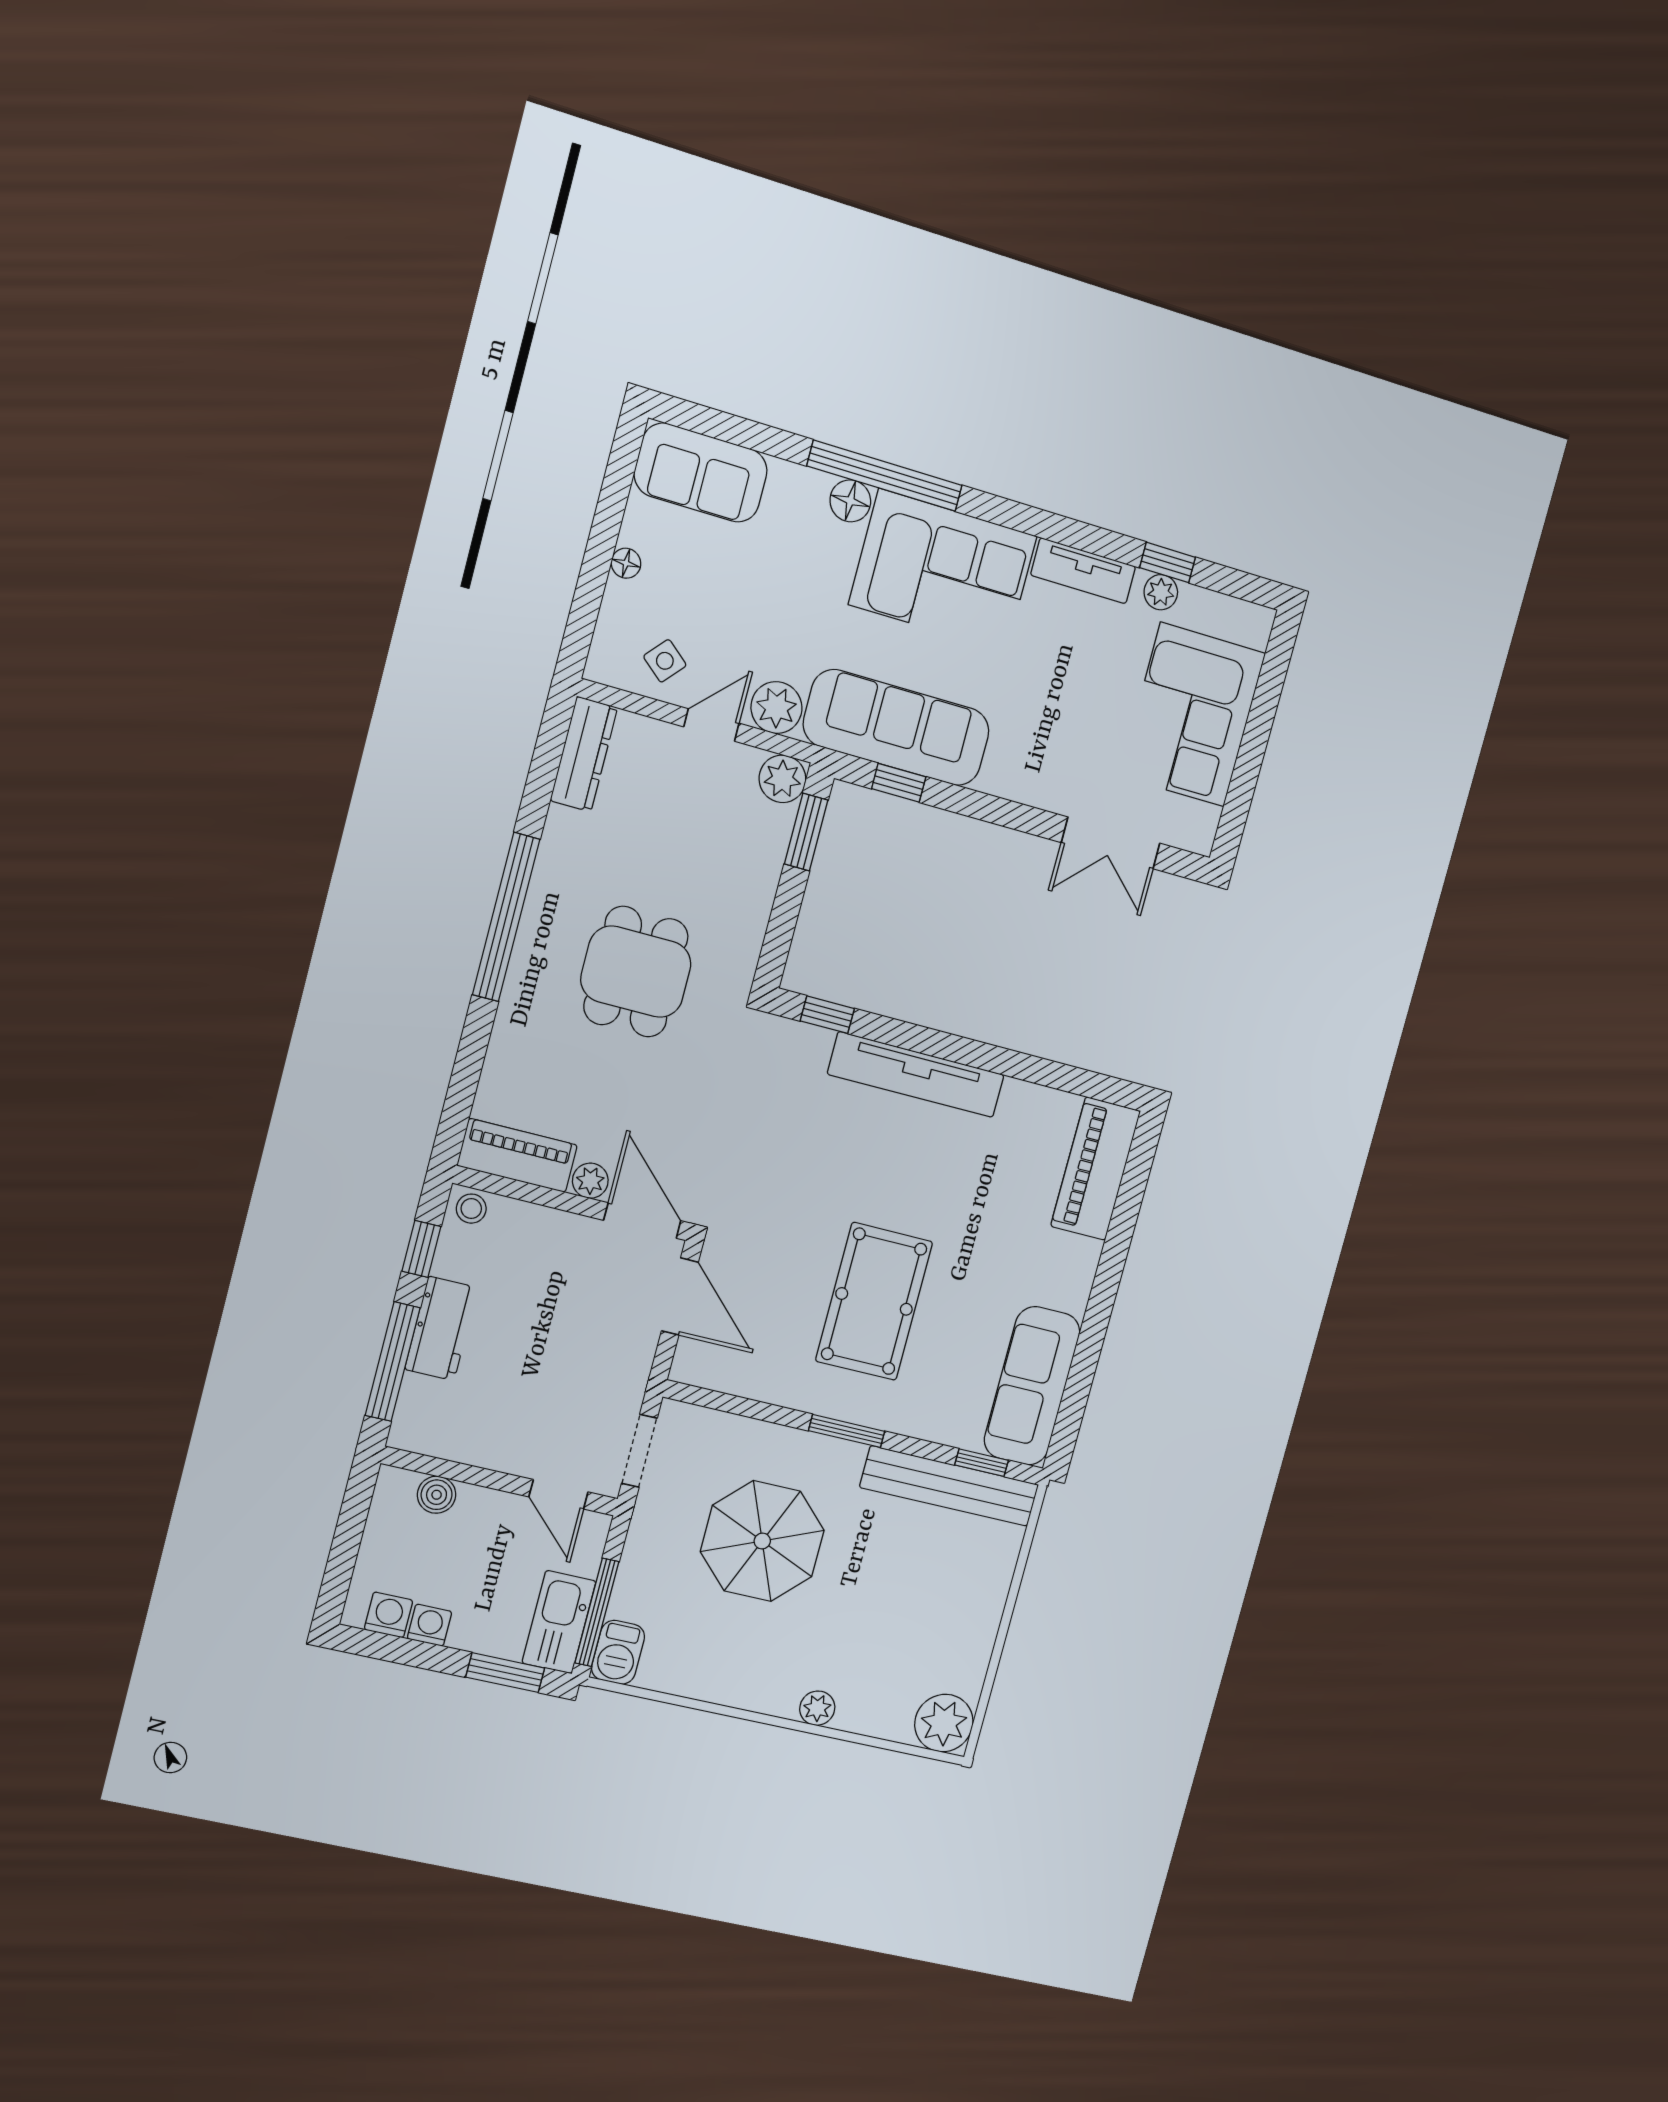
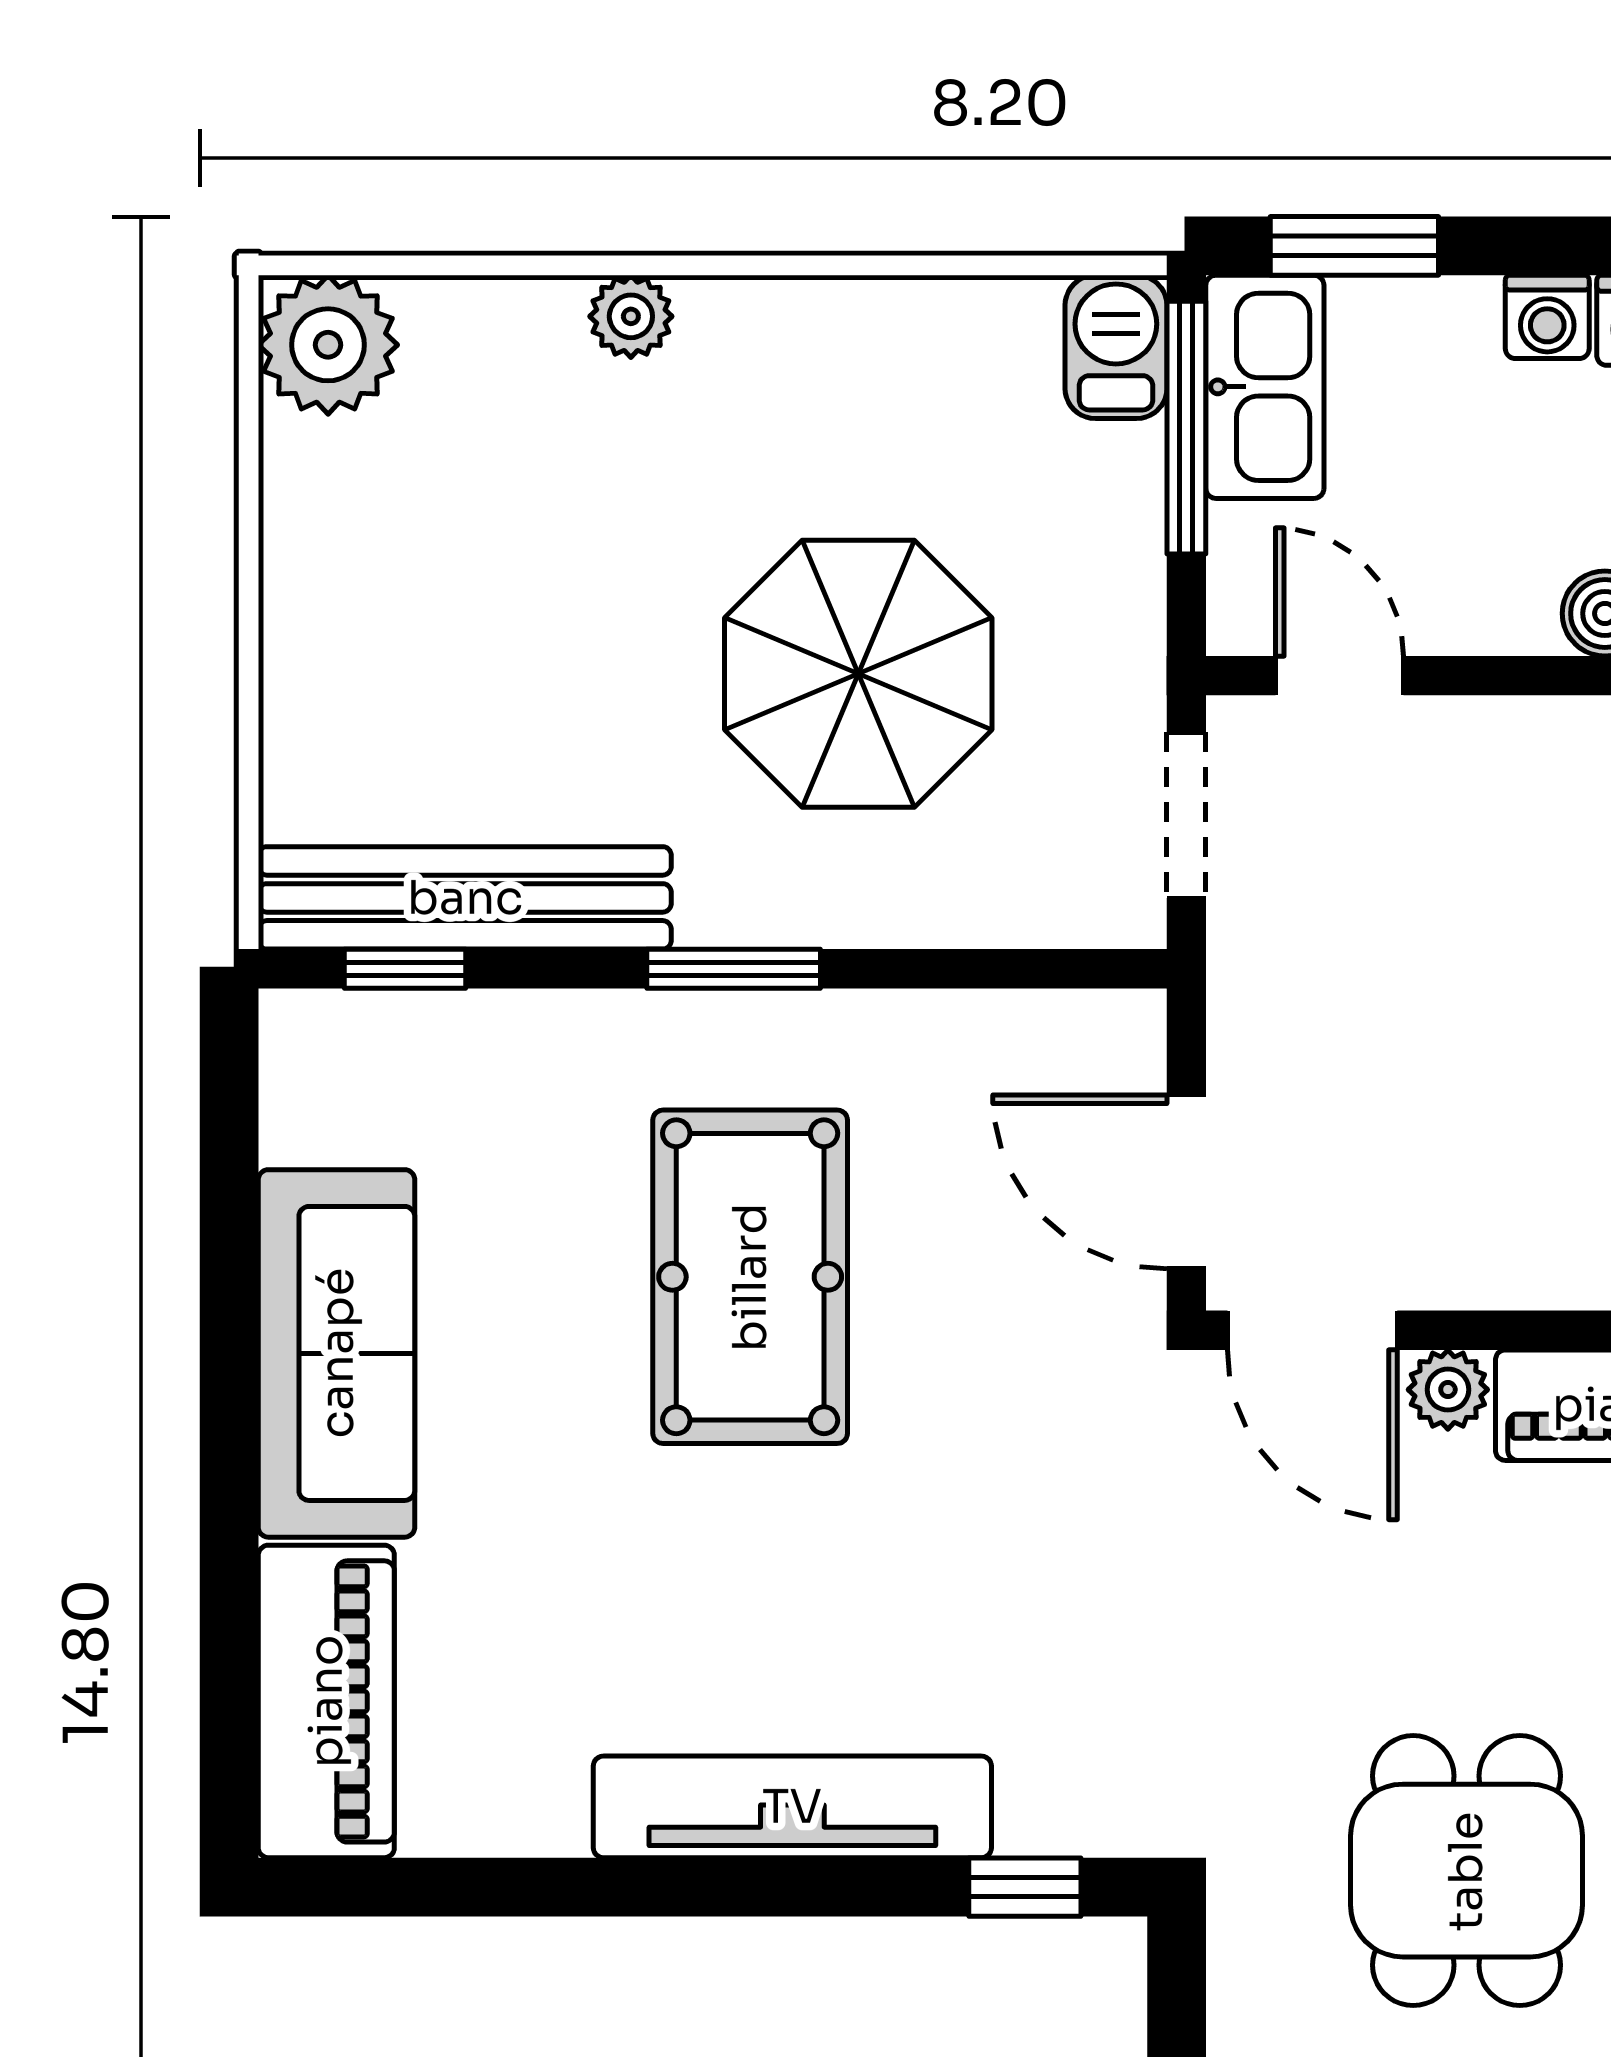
sofa: (1032, 1386) -> (337, 1353), moved

